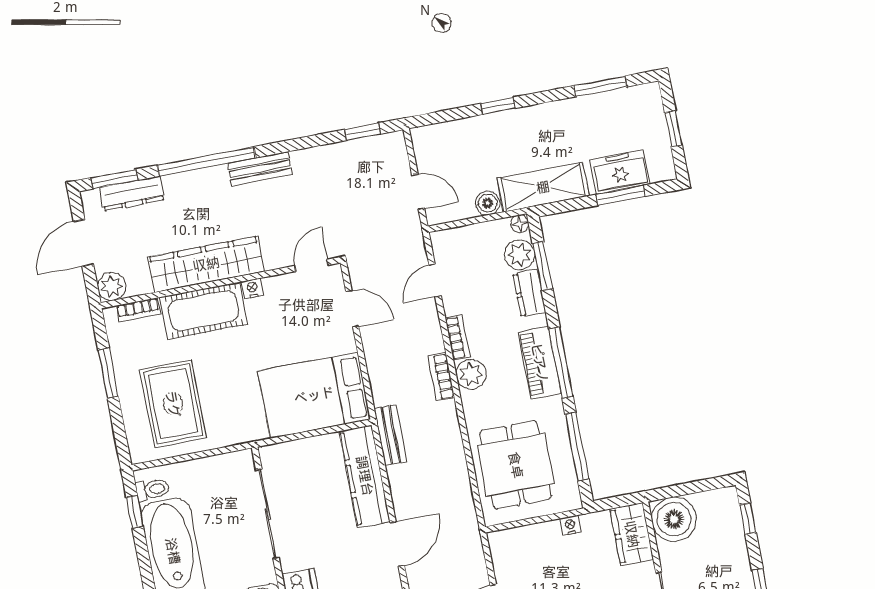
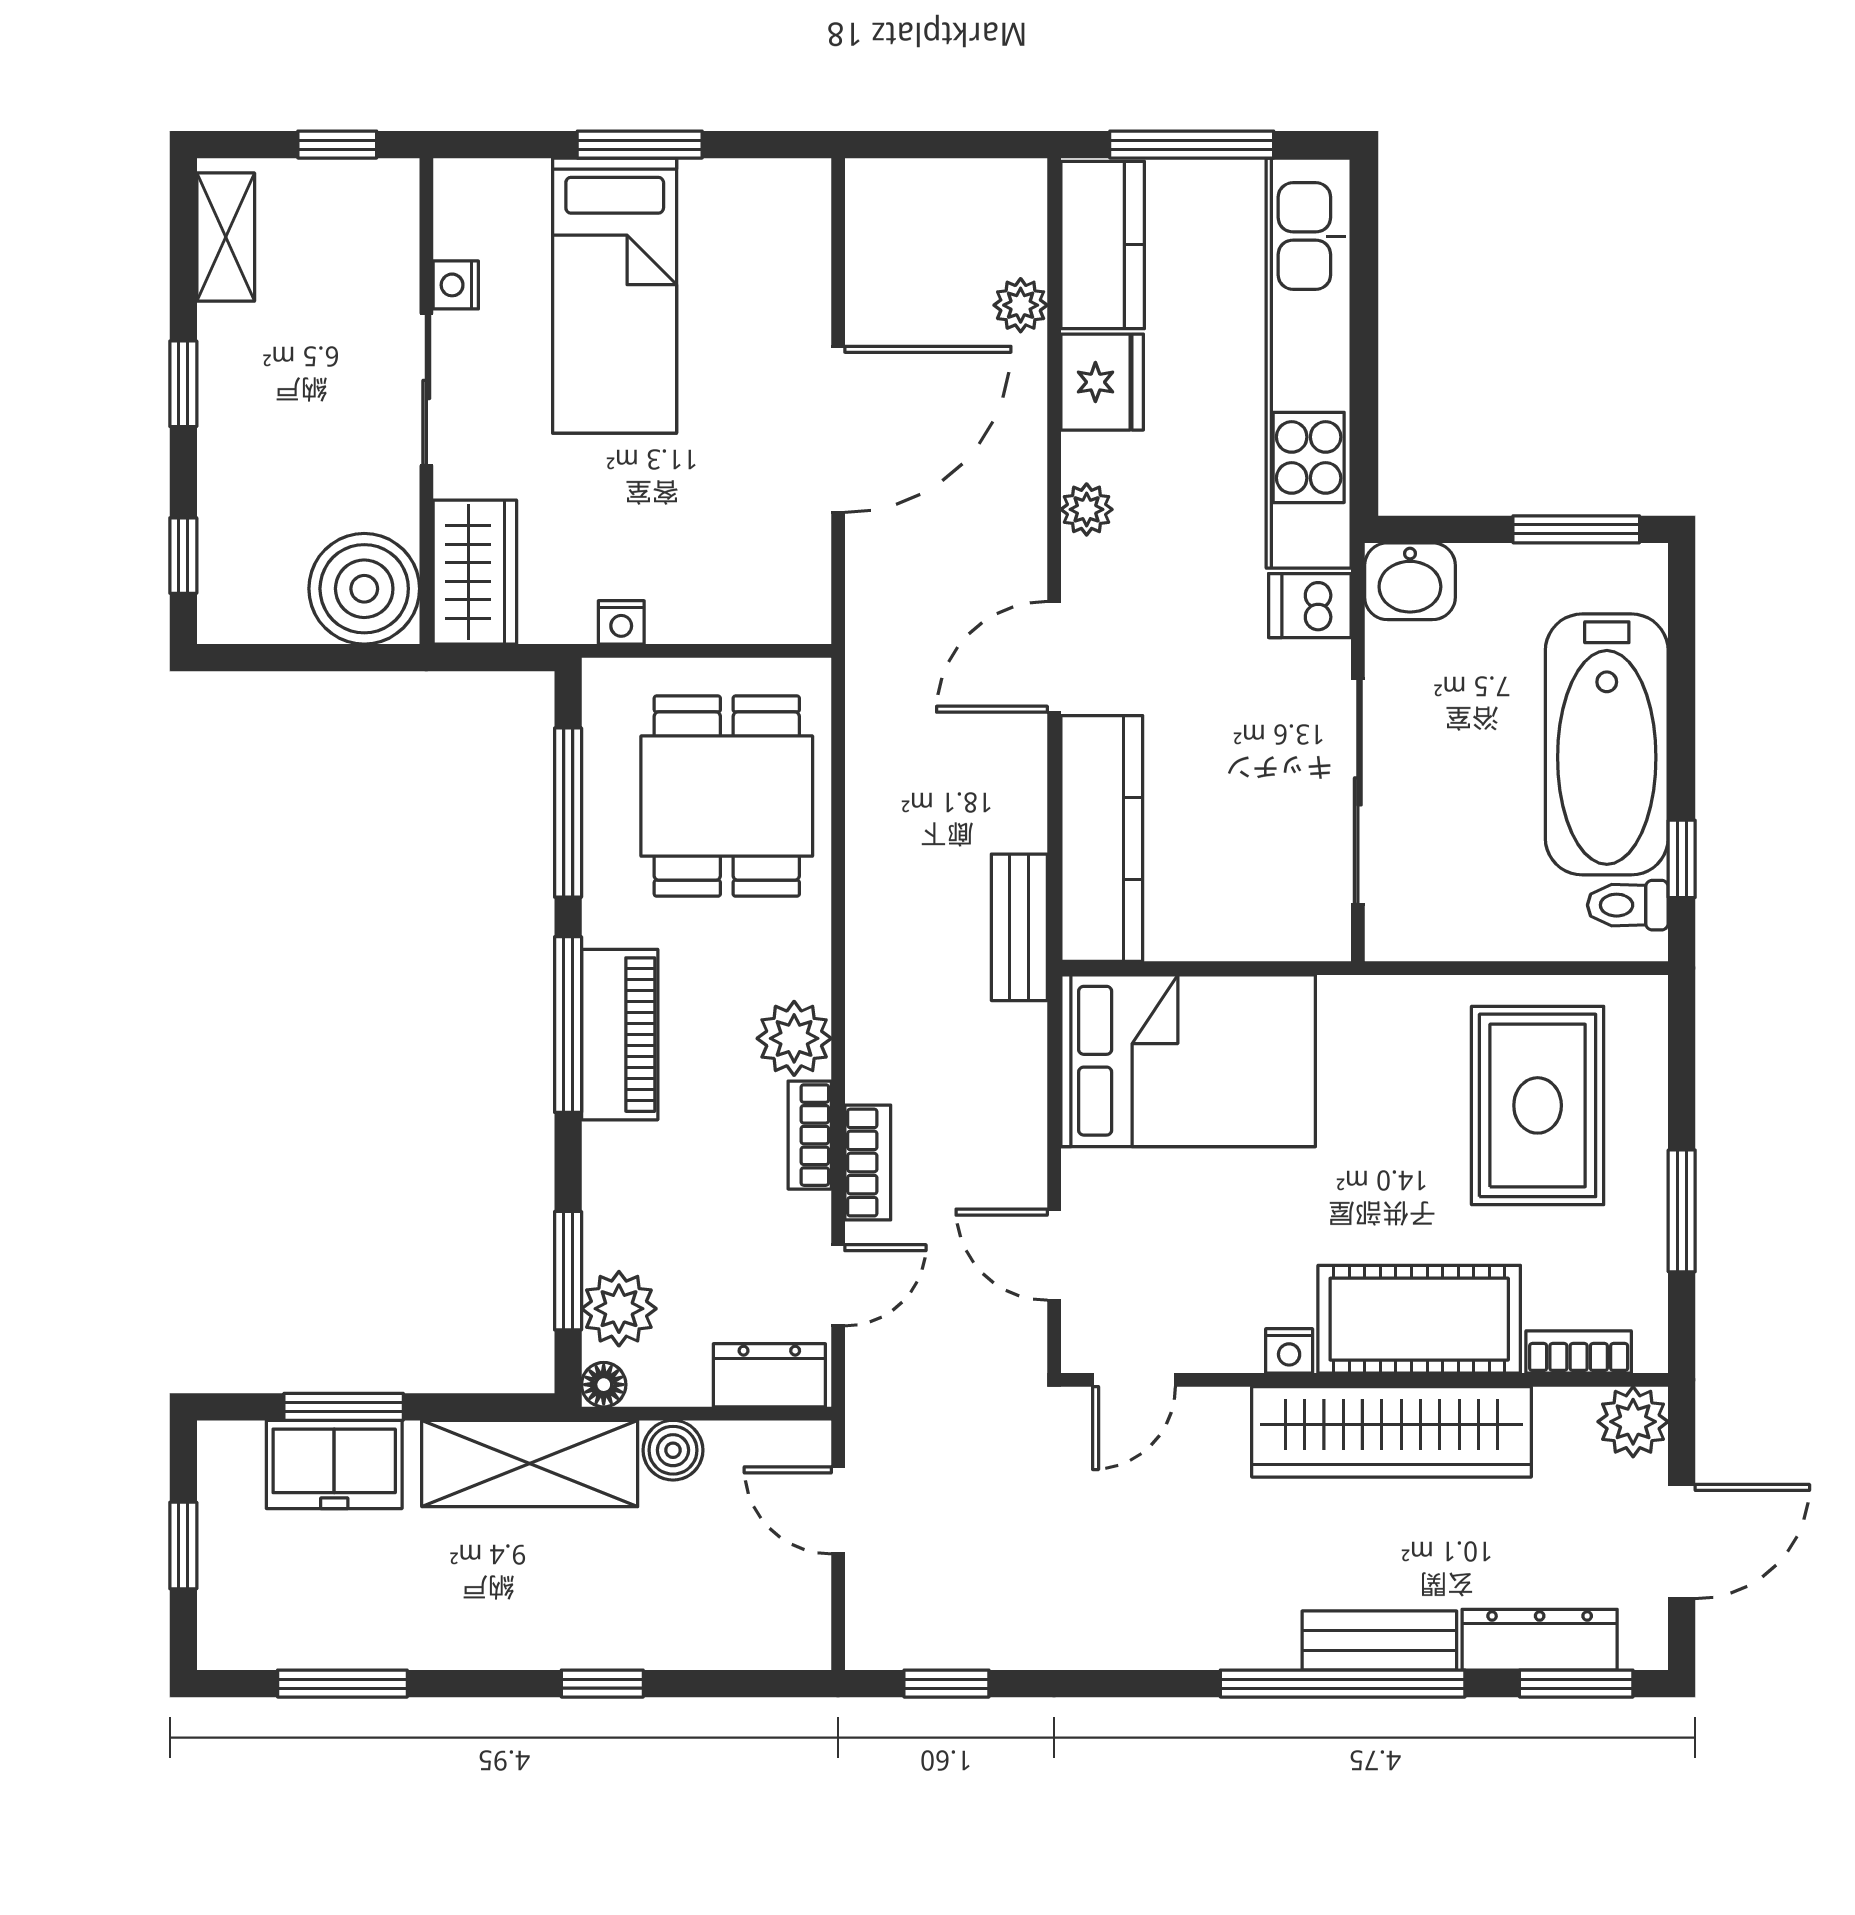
bench: (260, 169) -> (1379, 1640), moved
dresser: (529, 293) -> (769, 1375), moved, turned -90
bookcase: (441, 377) -> (868, 1163), moved

